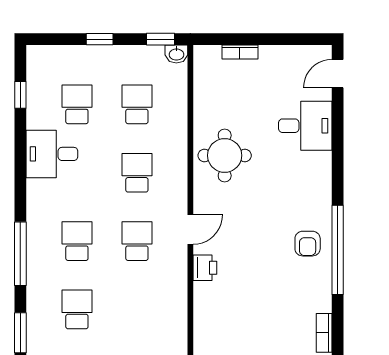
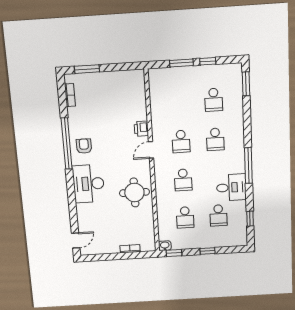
desk: (305, 126) -> (89, 184), moved, width x1.37
window: (20, 254) -> (248, 166), moved

